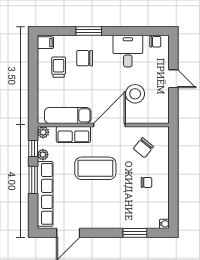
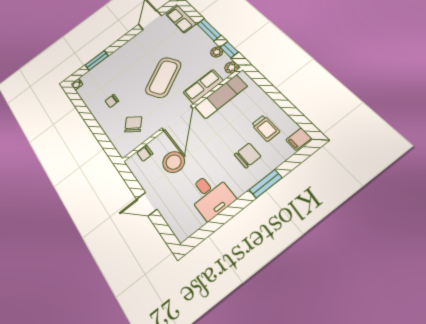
chair: (155, 42) -> (145, 153), moved
coffee table: (95, 168) -> (163, 77), turned -30
row of seats: (45, 194) -> (181, 19), width x0.50

